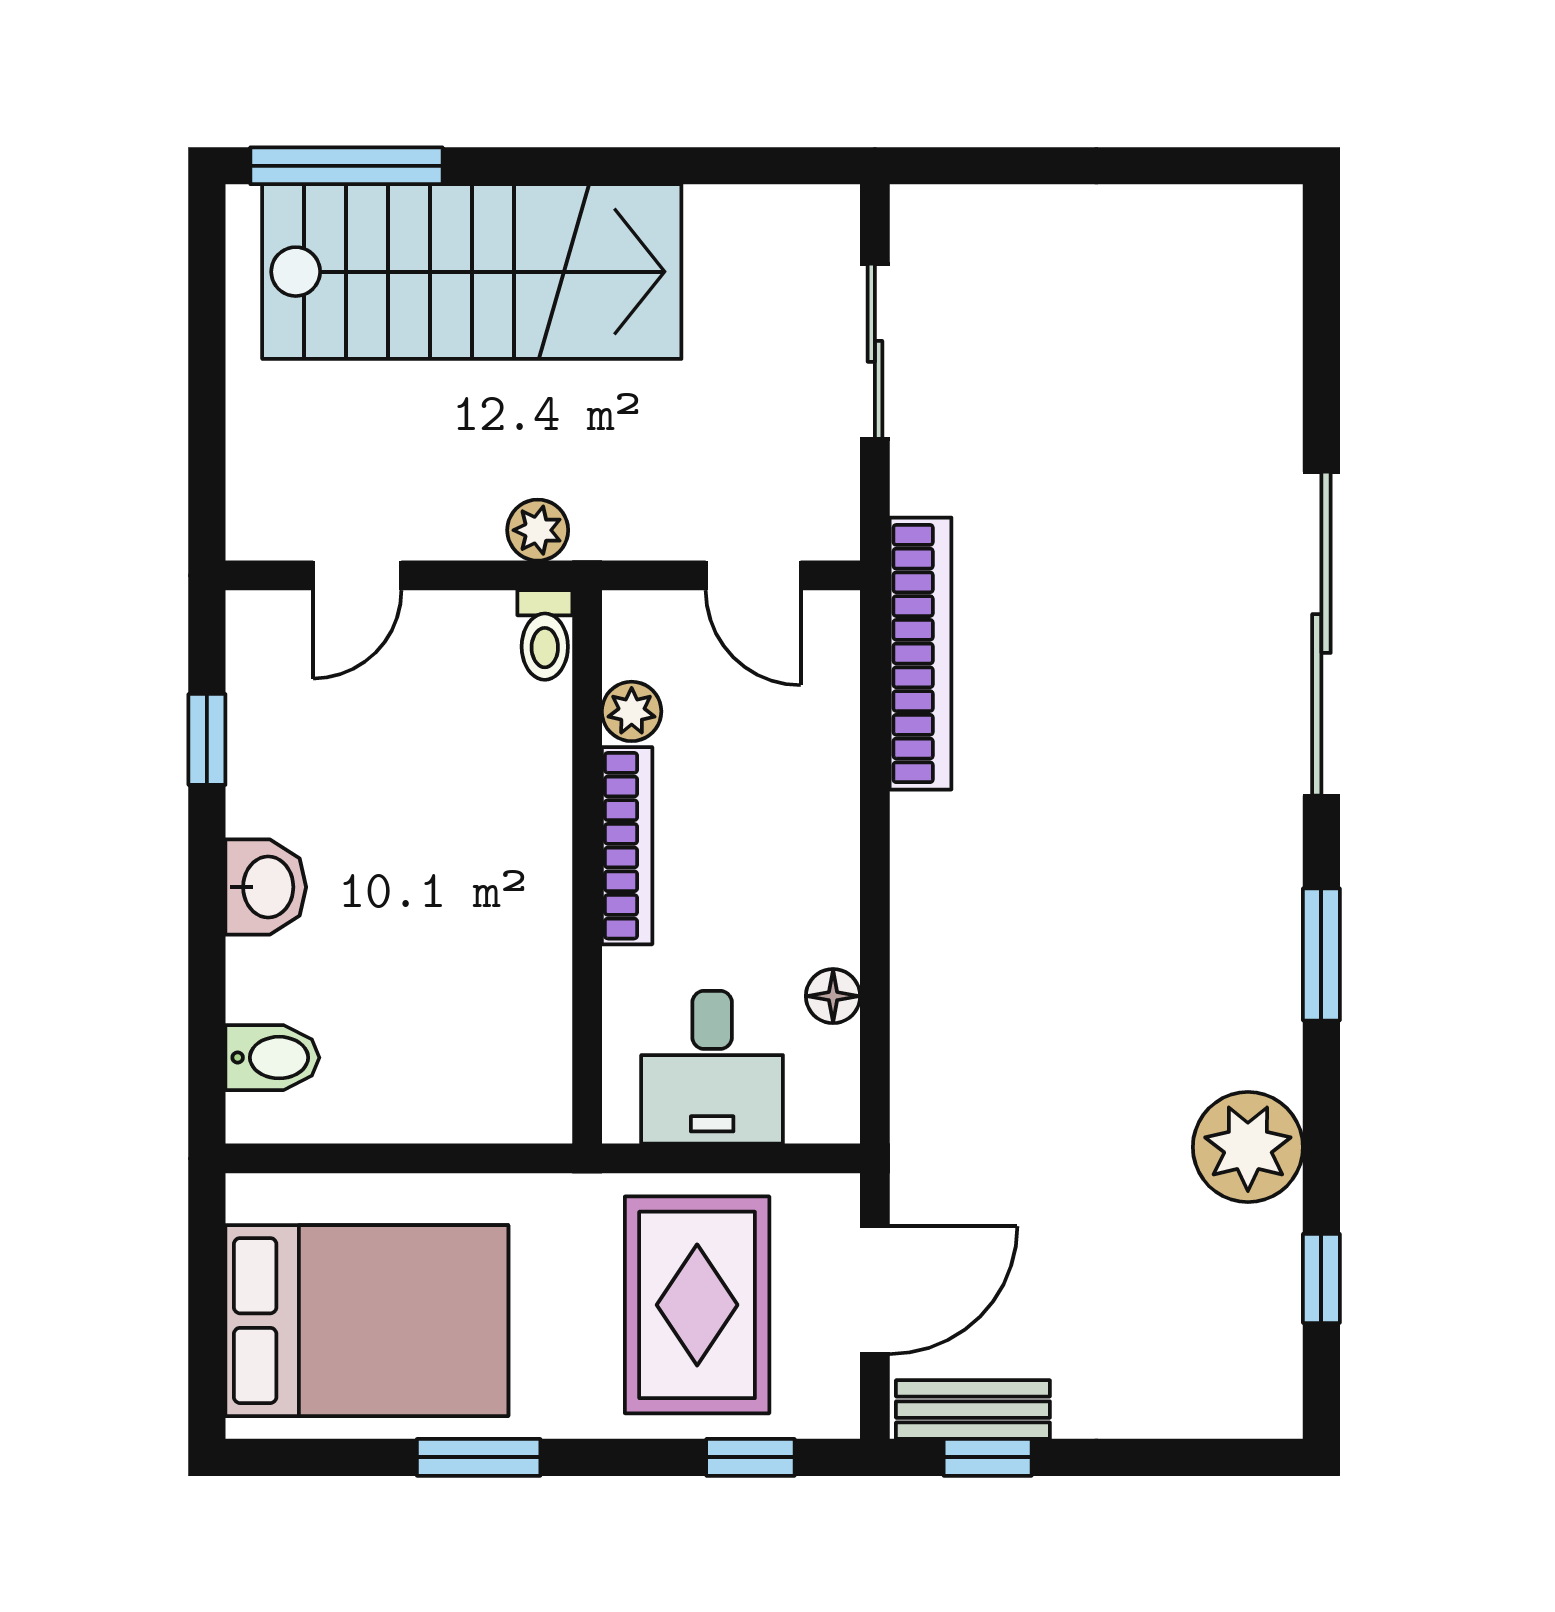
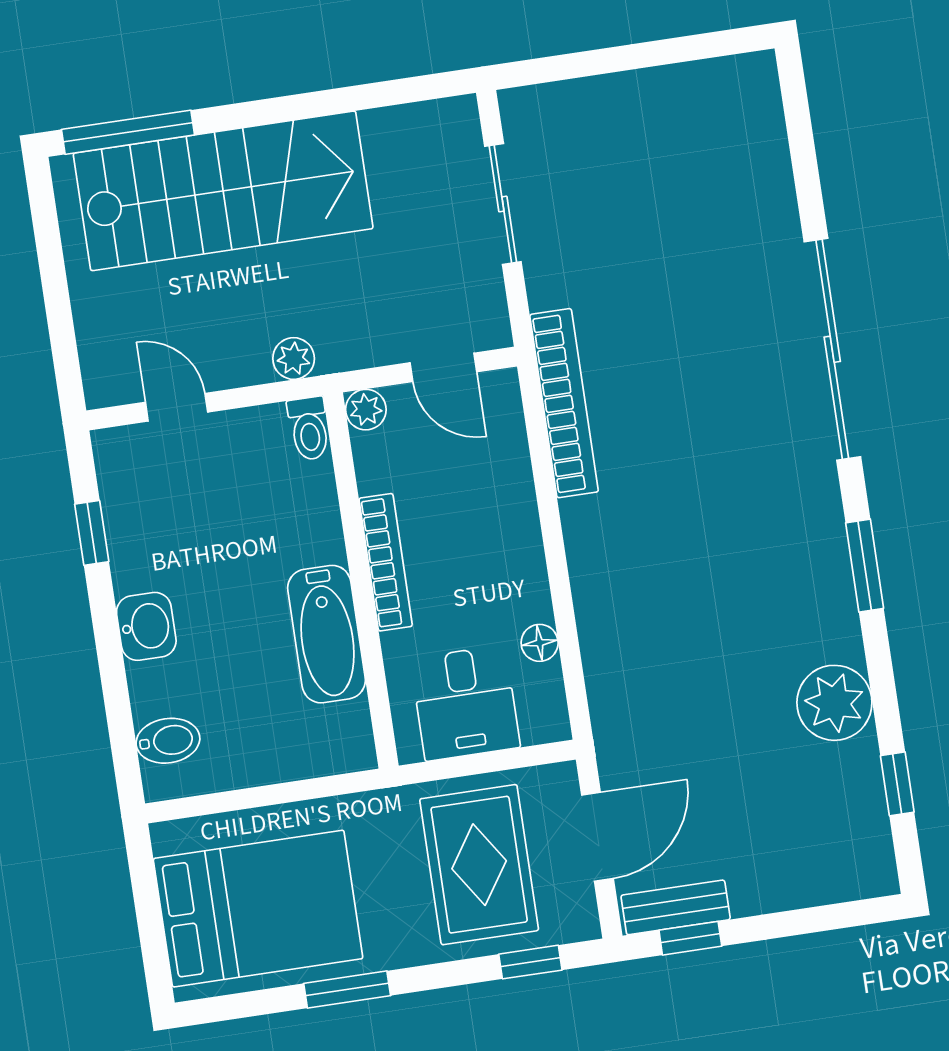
door: (357, 575) -> (177, 407), swing flipped
plant: (632, 711) -> (366, 410), moved
bathtub: (526, 937) -> (327, 634), added

